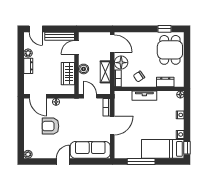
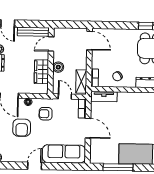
floor lamp: (121, 63) -> (98, 61), removed
shelving: (105, 72) -> (81, 81), moved
tv unit: (144, 96) -> (104, 97), moved
armchair: (73, 113) -> (46, 114), added
armchair: (50, 126) -> (22, 128), turned -90
door: (112, 126) -> (88, 128), hinge flipped

